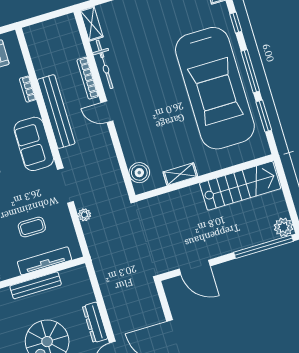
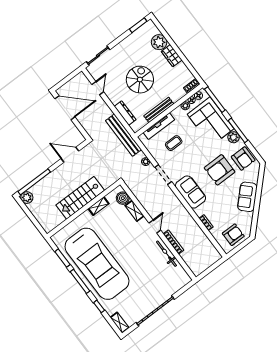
shelving: (92, 24) -> (135, 211), moved
car: (215, 88) -> (97, 264), turned 180
bench: (56, 112) -> (124, 135), moved
door: (107, 112) -> (155, 227), hinge flipped
stairs: (240, 186) -> (80, 198), moved
dresser: (95, 322) -> (125, 113), moved

